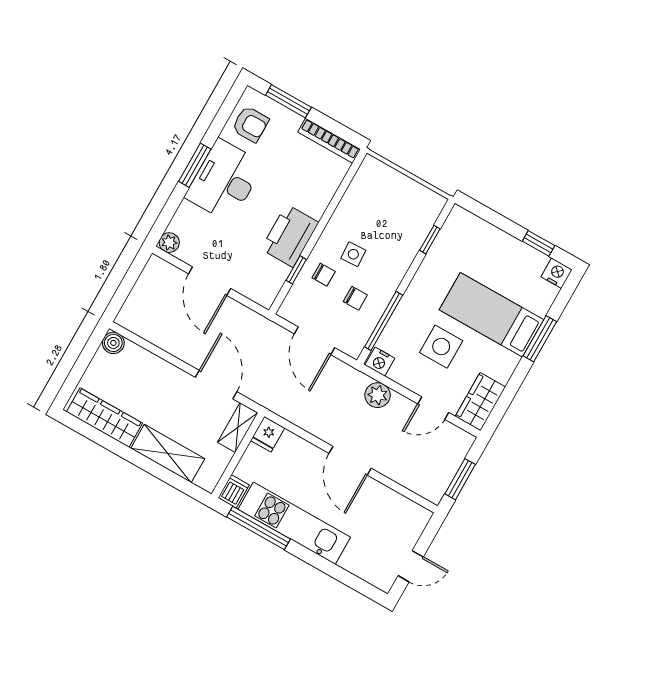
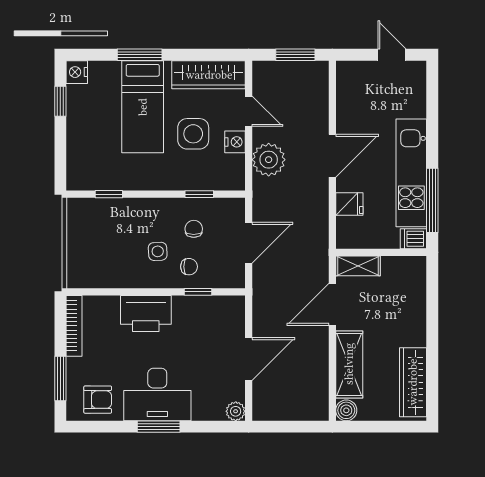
armchair: (250, 124) -> (98, 400), turned 90
printer: (290, 236) -> (146, 313), moved
chair: (324, 275) -> (189, 267), turned 90
window: (384, 321) -> (199, 194), width x0.46
nightstand: (380, 362) -> (235, 142), moved
plant: (378, 395) -> (269, 160), width x1.36, depth x1.36
wardrobe: (480, 402) -> (209, 75), width x1.50
fridge: (268, 434) -> (349, 204), moved
shelving: (168, 453) -> (349, 364), moved

